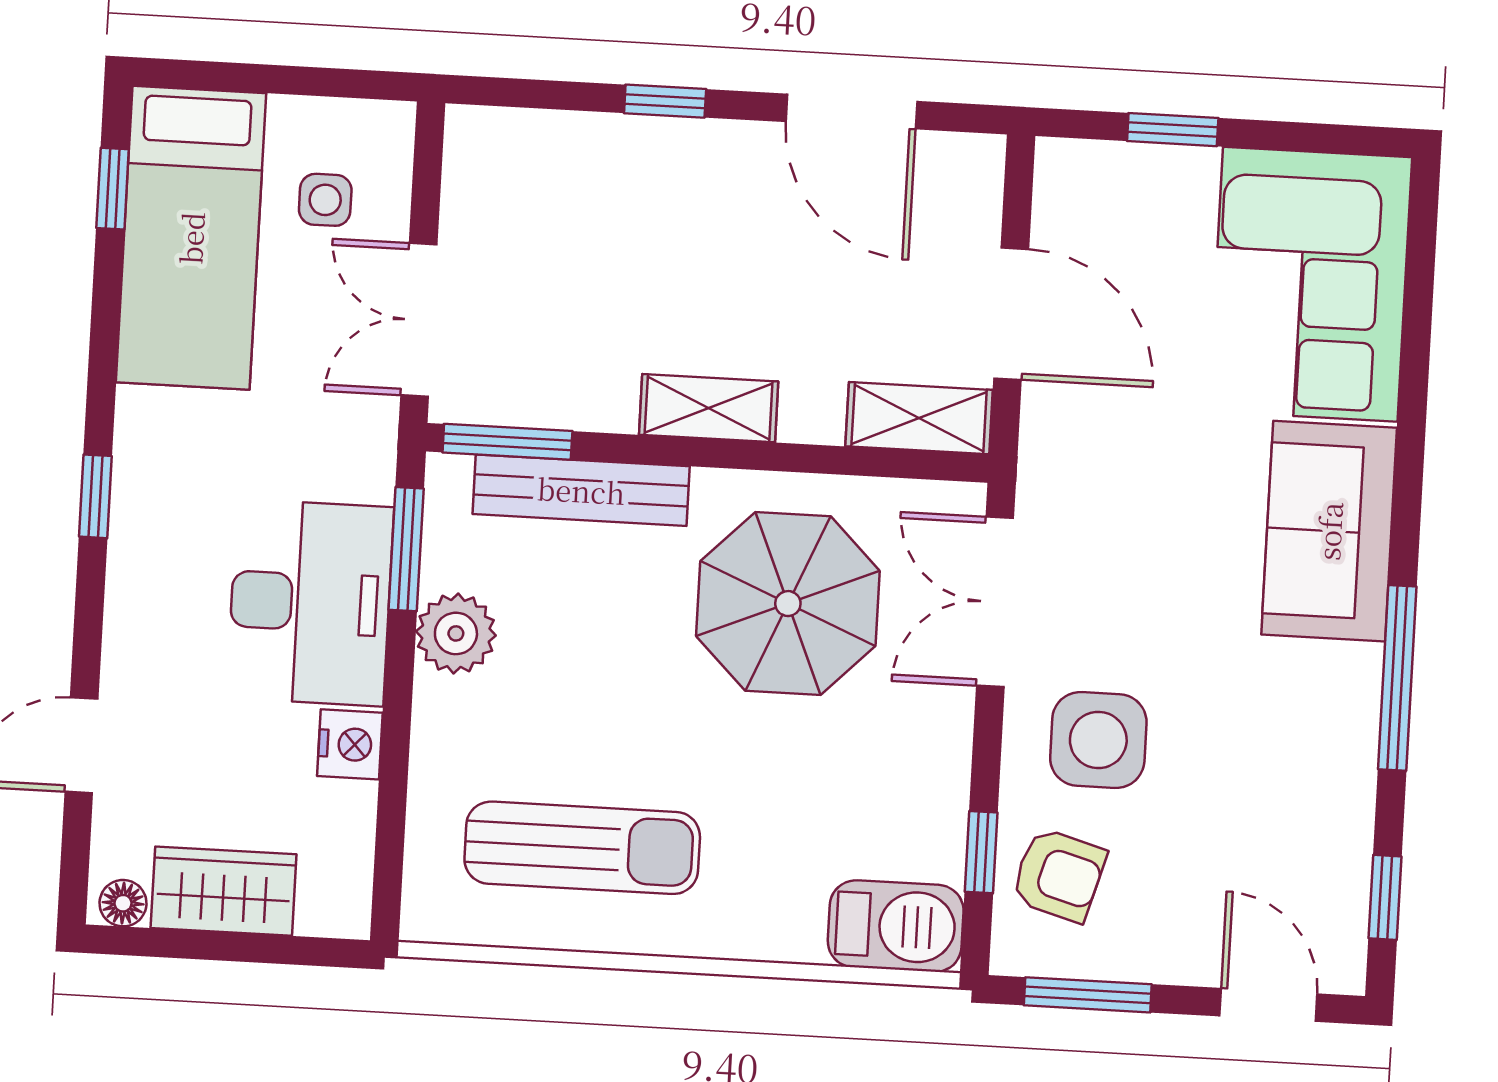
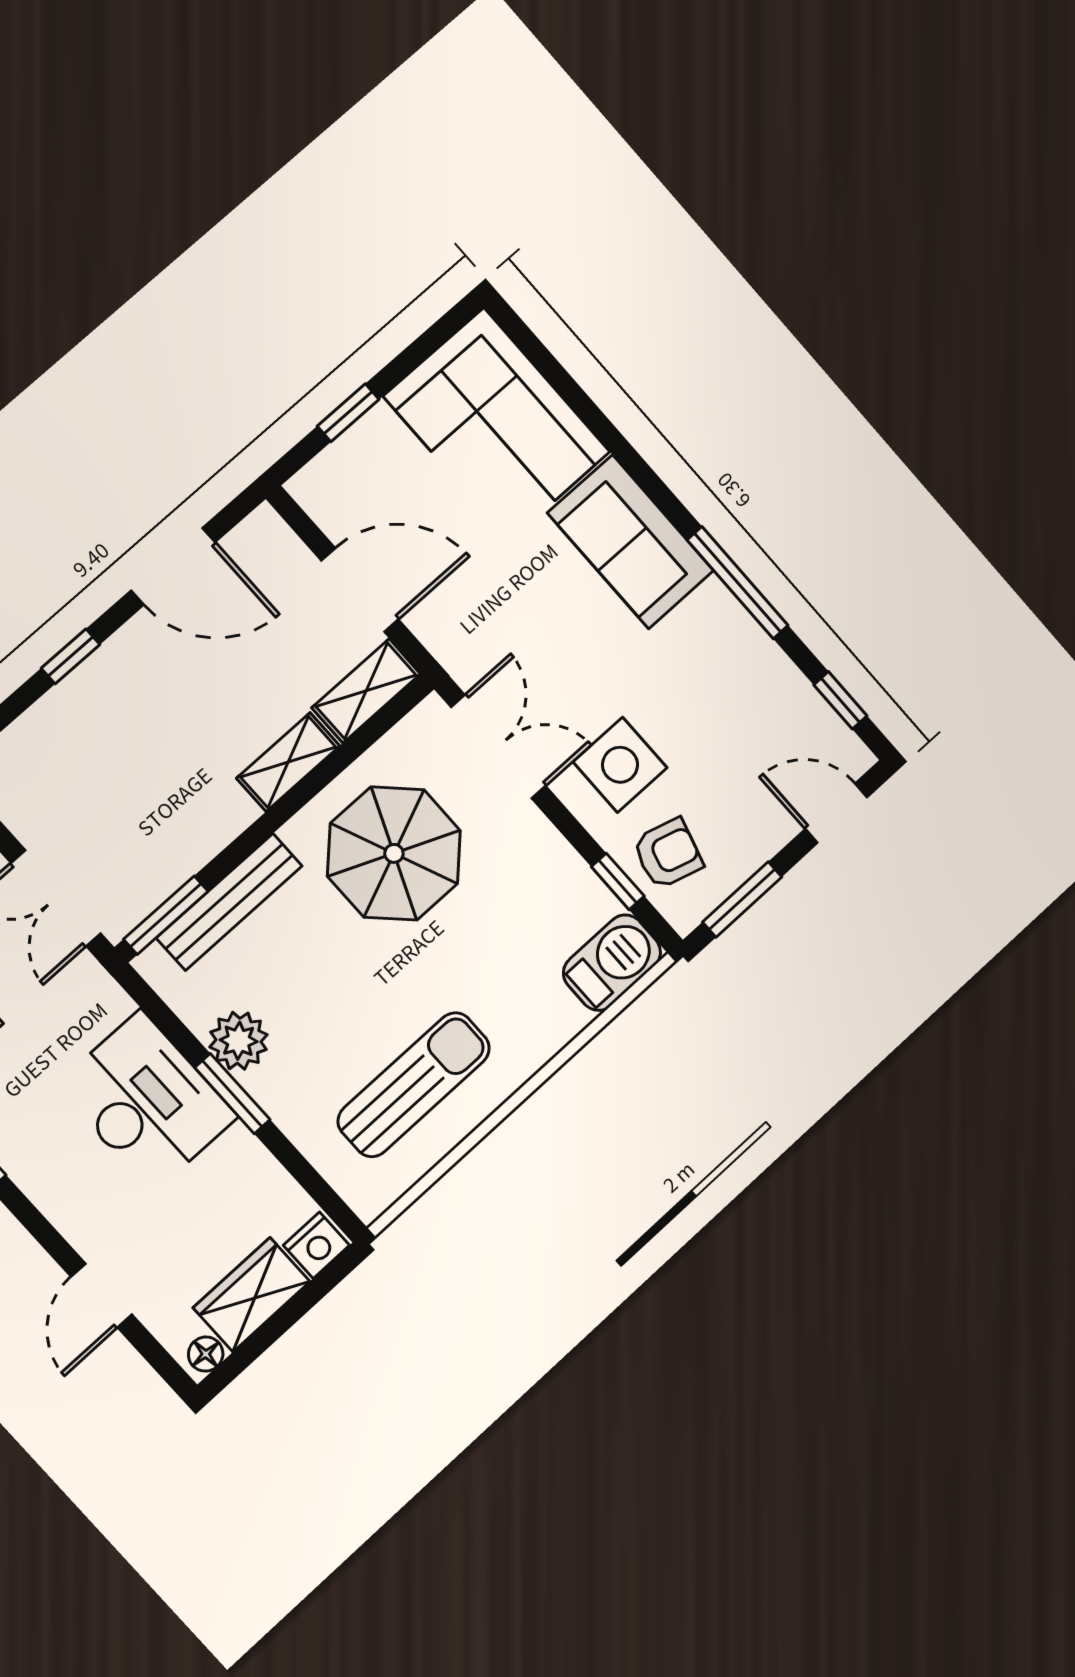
shelving: (709, 408) -> (288, 762), moved
window: (406, 549) -> (232, 1094), moved
double door: (995, 602) -> (498, 747), swing flipped
nightstand: (350, 744) -> (316, 1245), moved, turned 90

